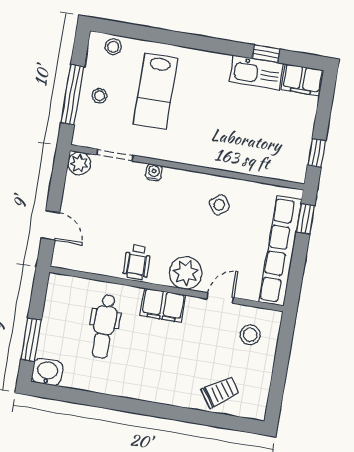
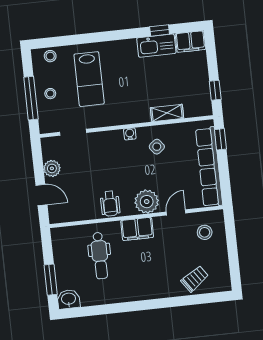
plant: (79, 163) -> (52, 168), moved
shelving: (245, 165) -> (167, 113), added
water cooler: (154, 172) -> (130, 134), moved

